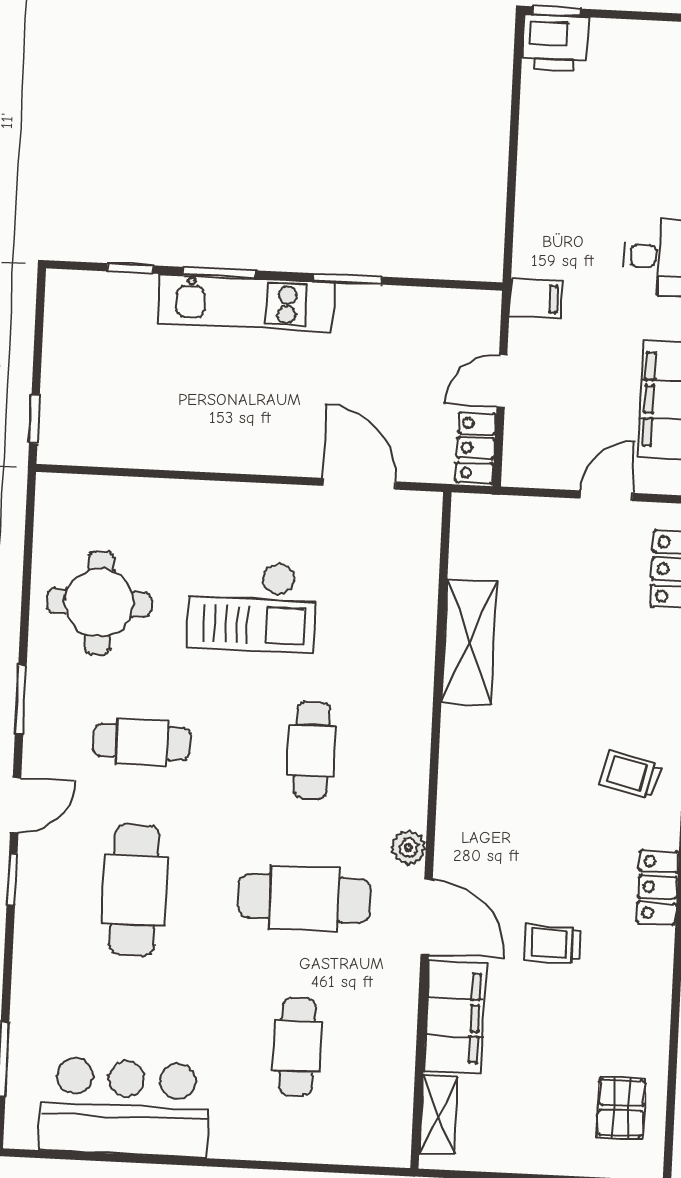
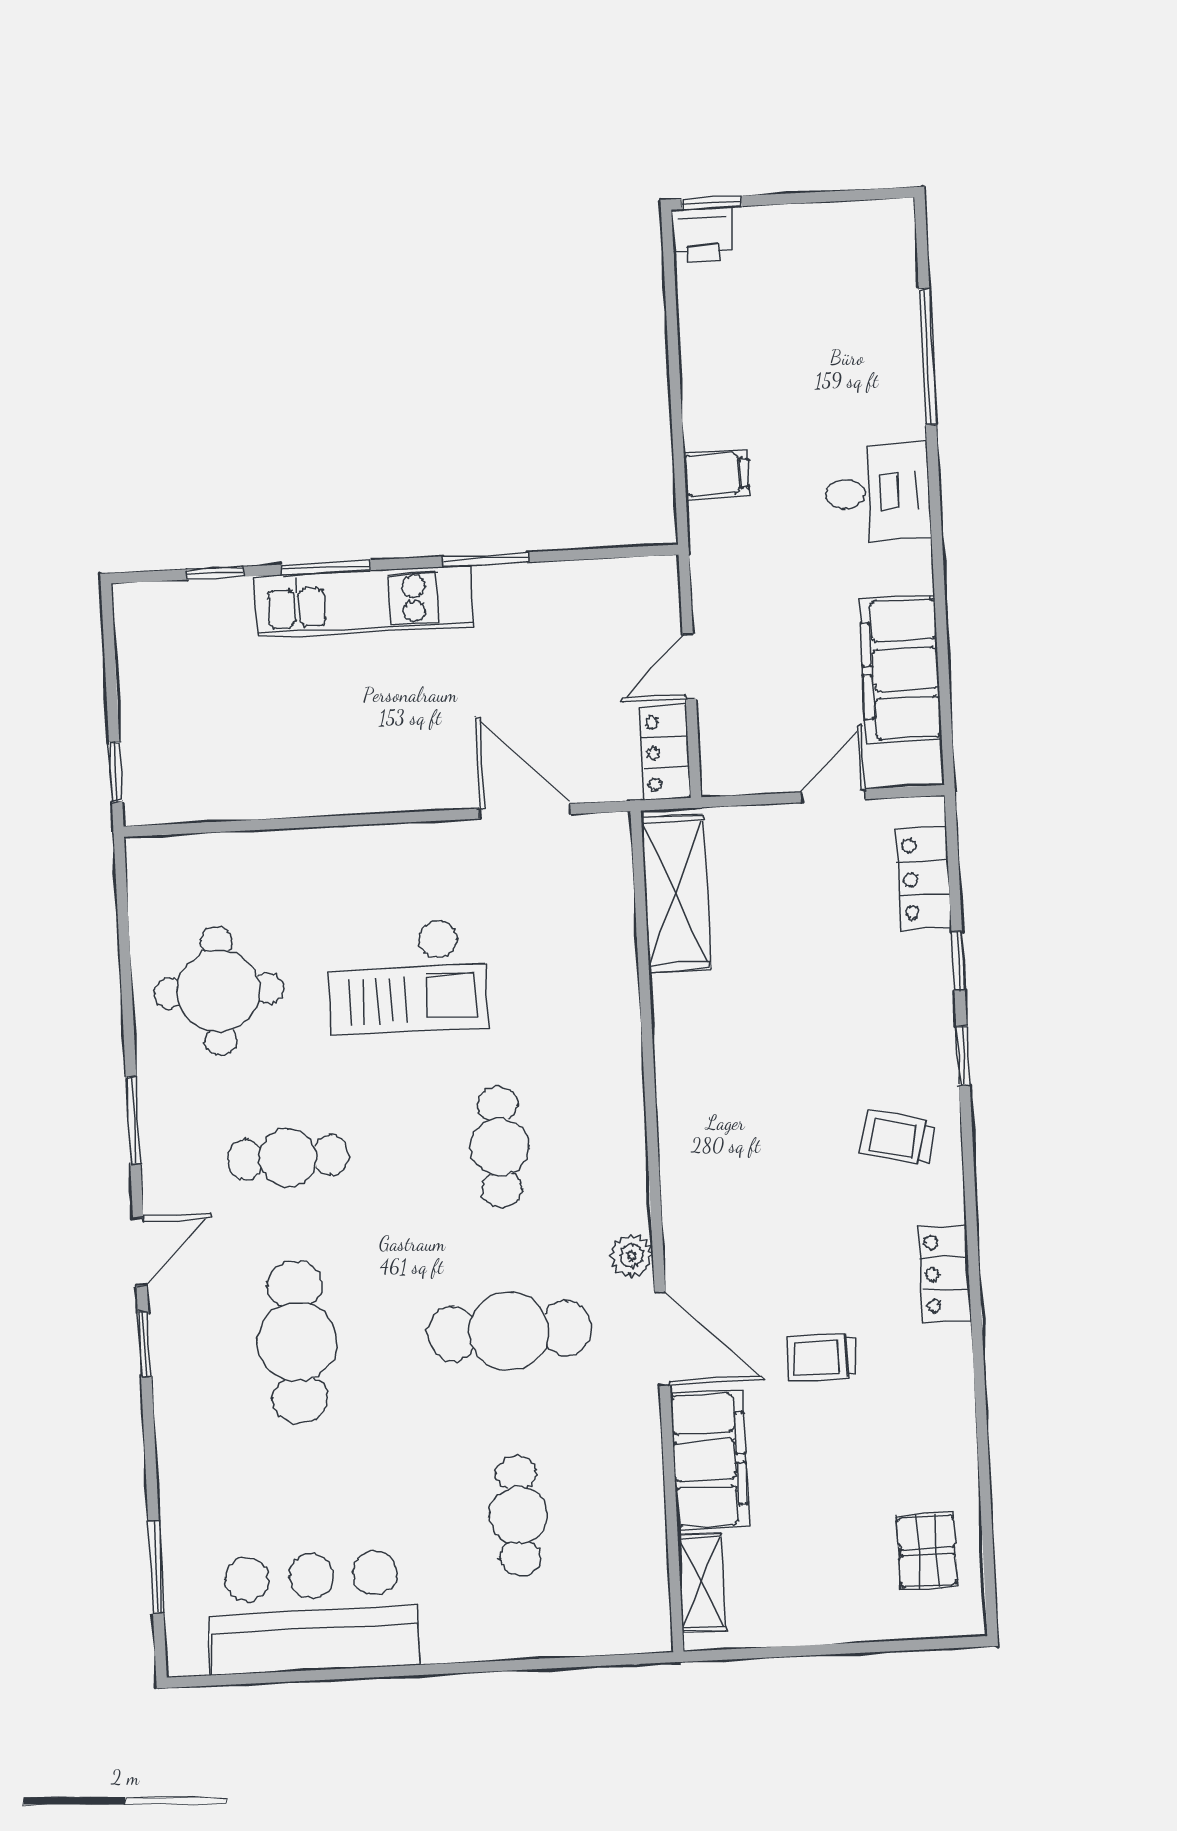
printer: (555, 42) -> (702, 235), width x0.73, depth x0.81
filing cabinet: (536, 299) -> (716, 474), moved
shelving: (469, 642) -> (676, 893), moved

